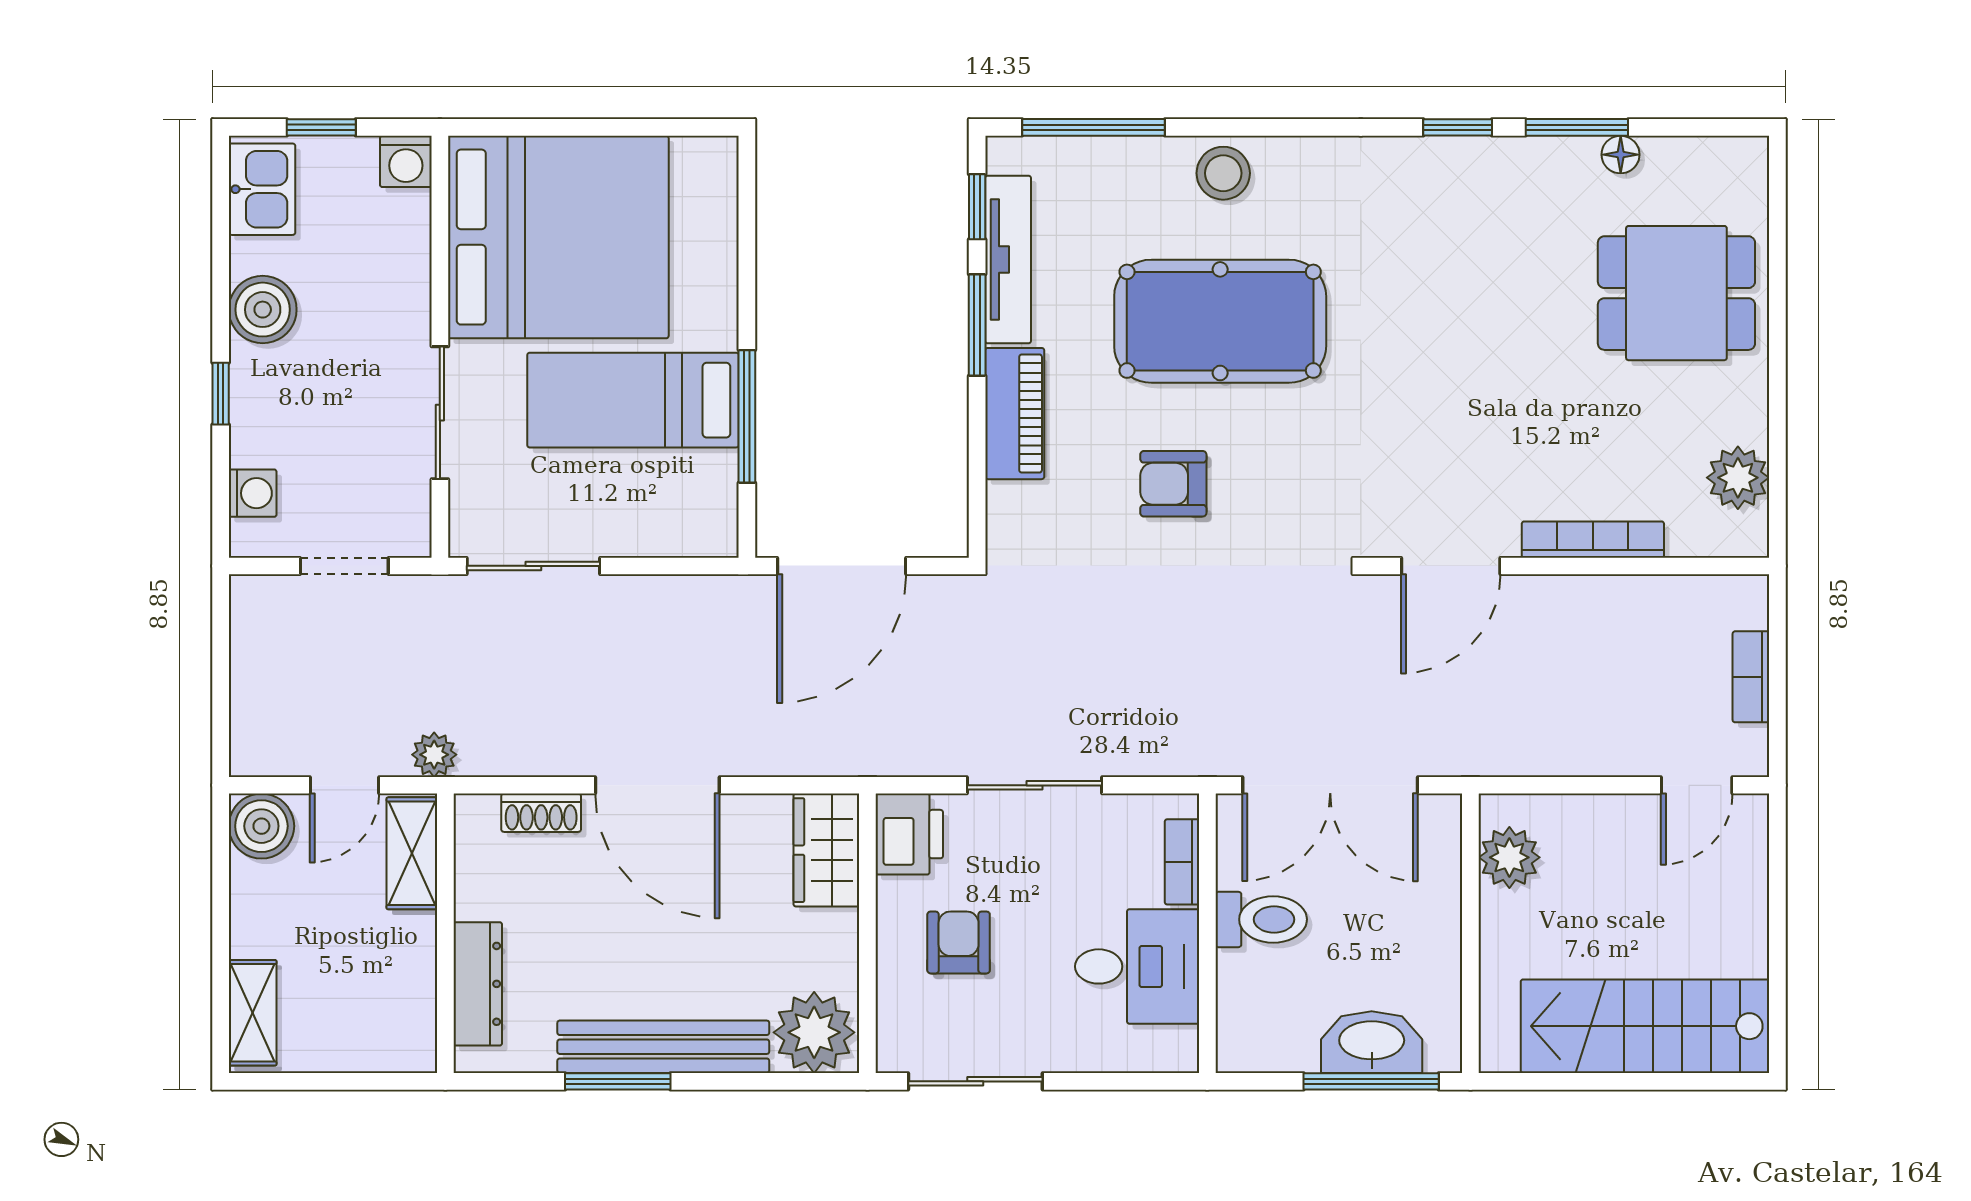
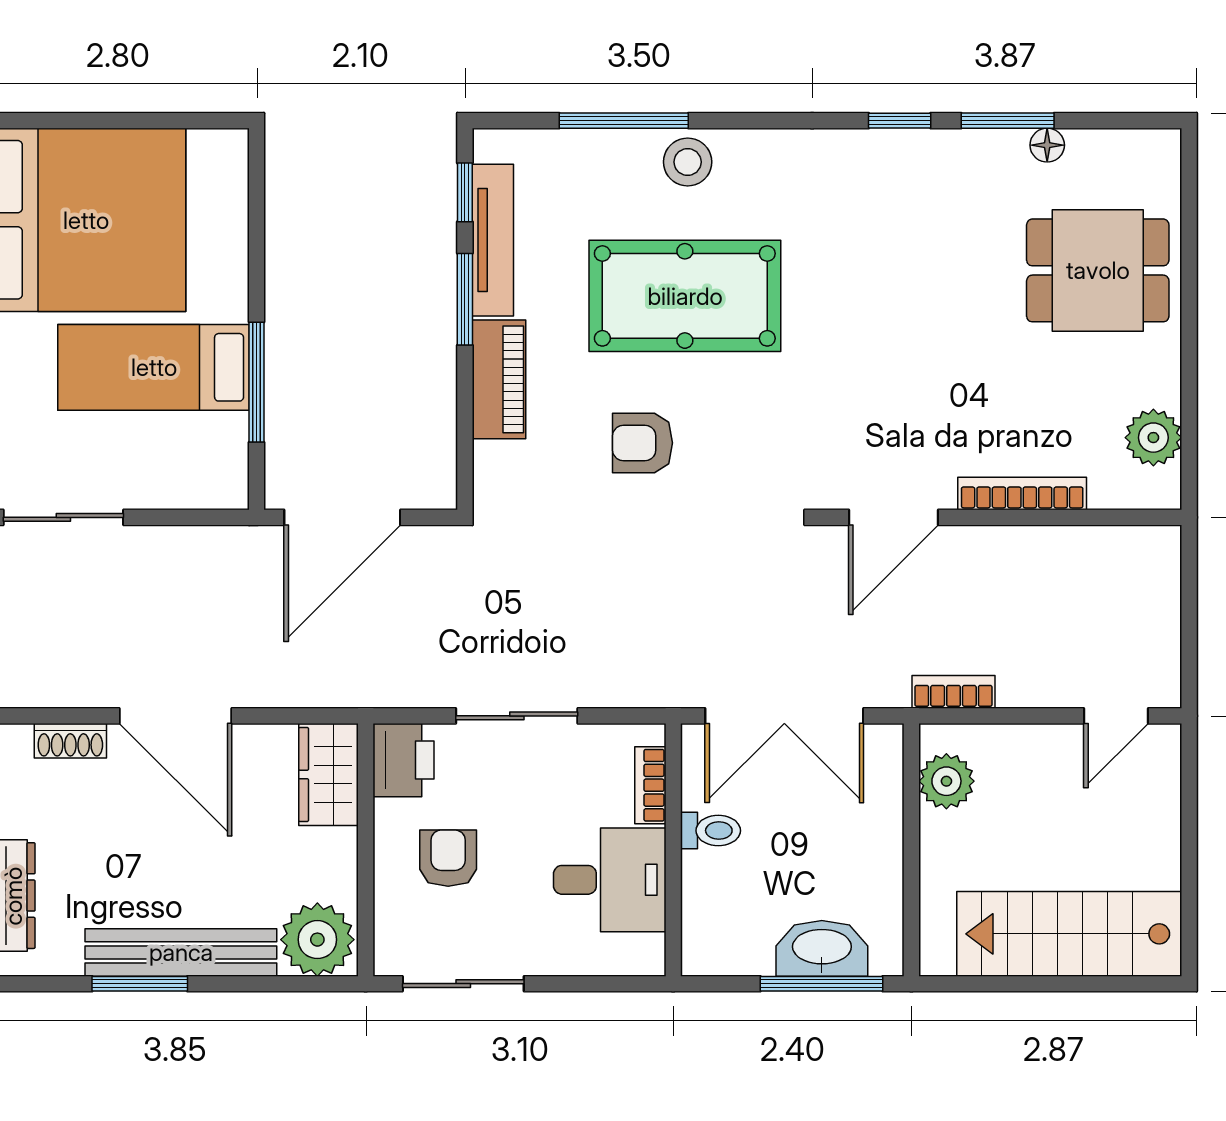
window: (1093, 127) -> (624, 121), moved
bookcase: (1751, 677) -> (953, 692), moved, turned 90
toilet: (1261, 919) -> (710, 831), width x0.73, depth x0.72

